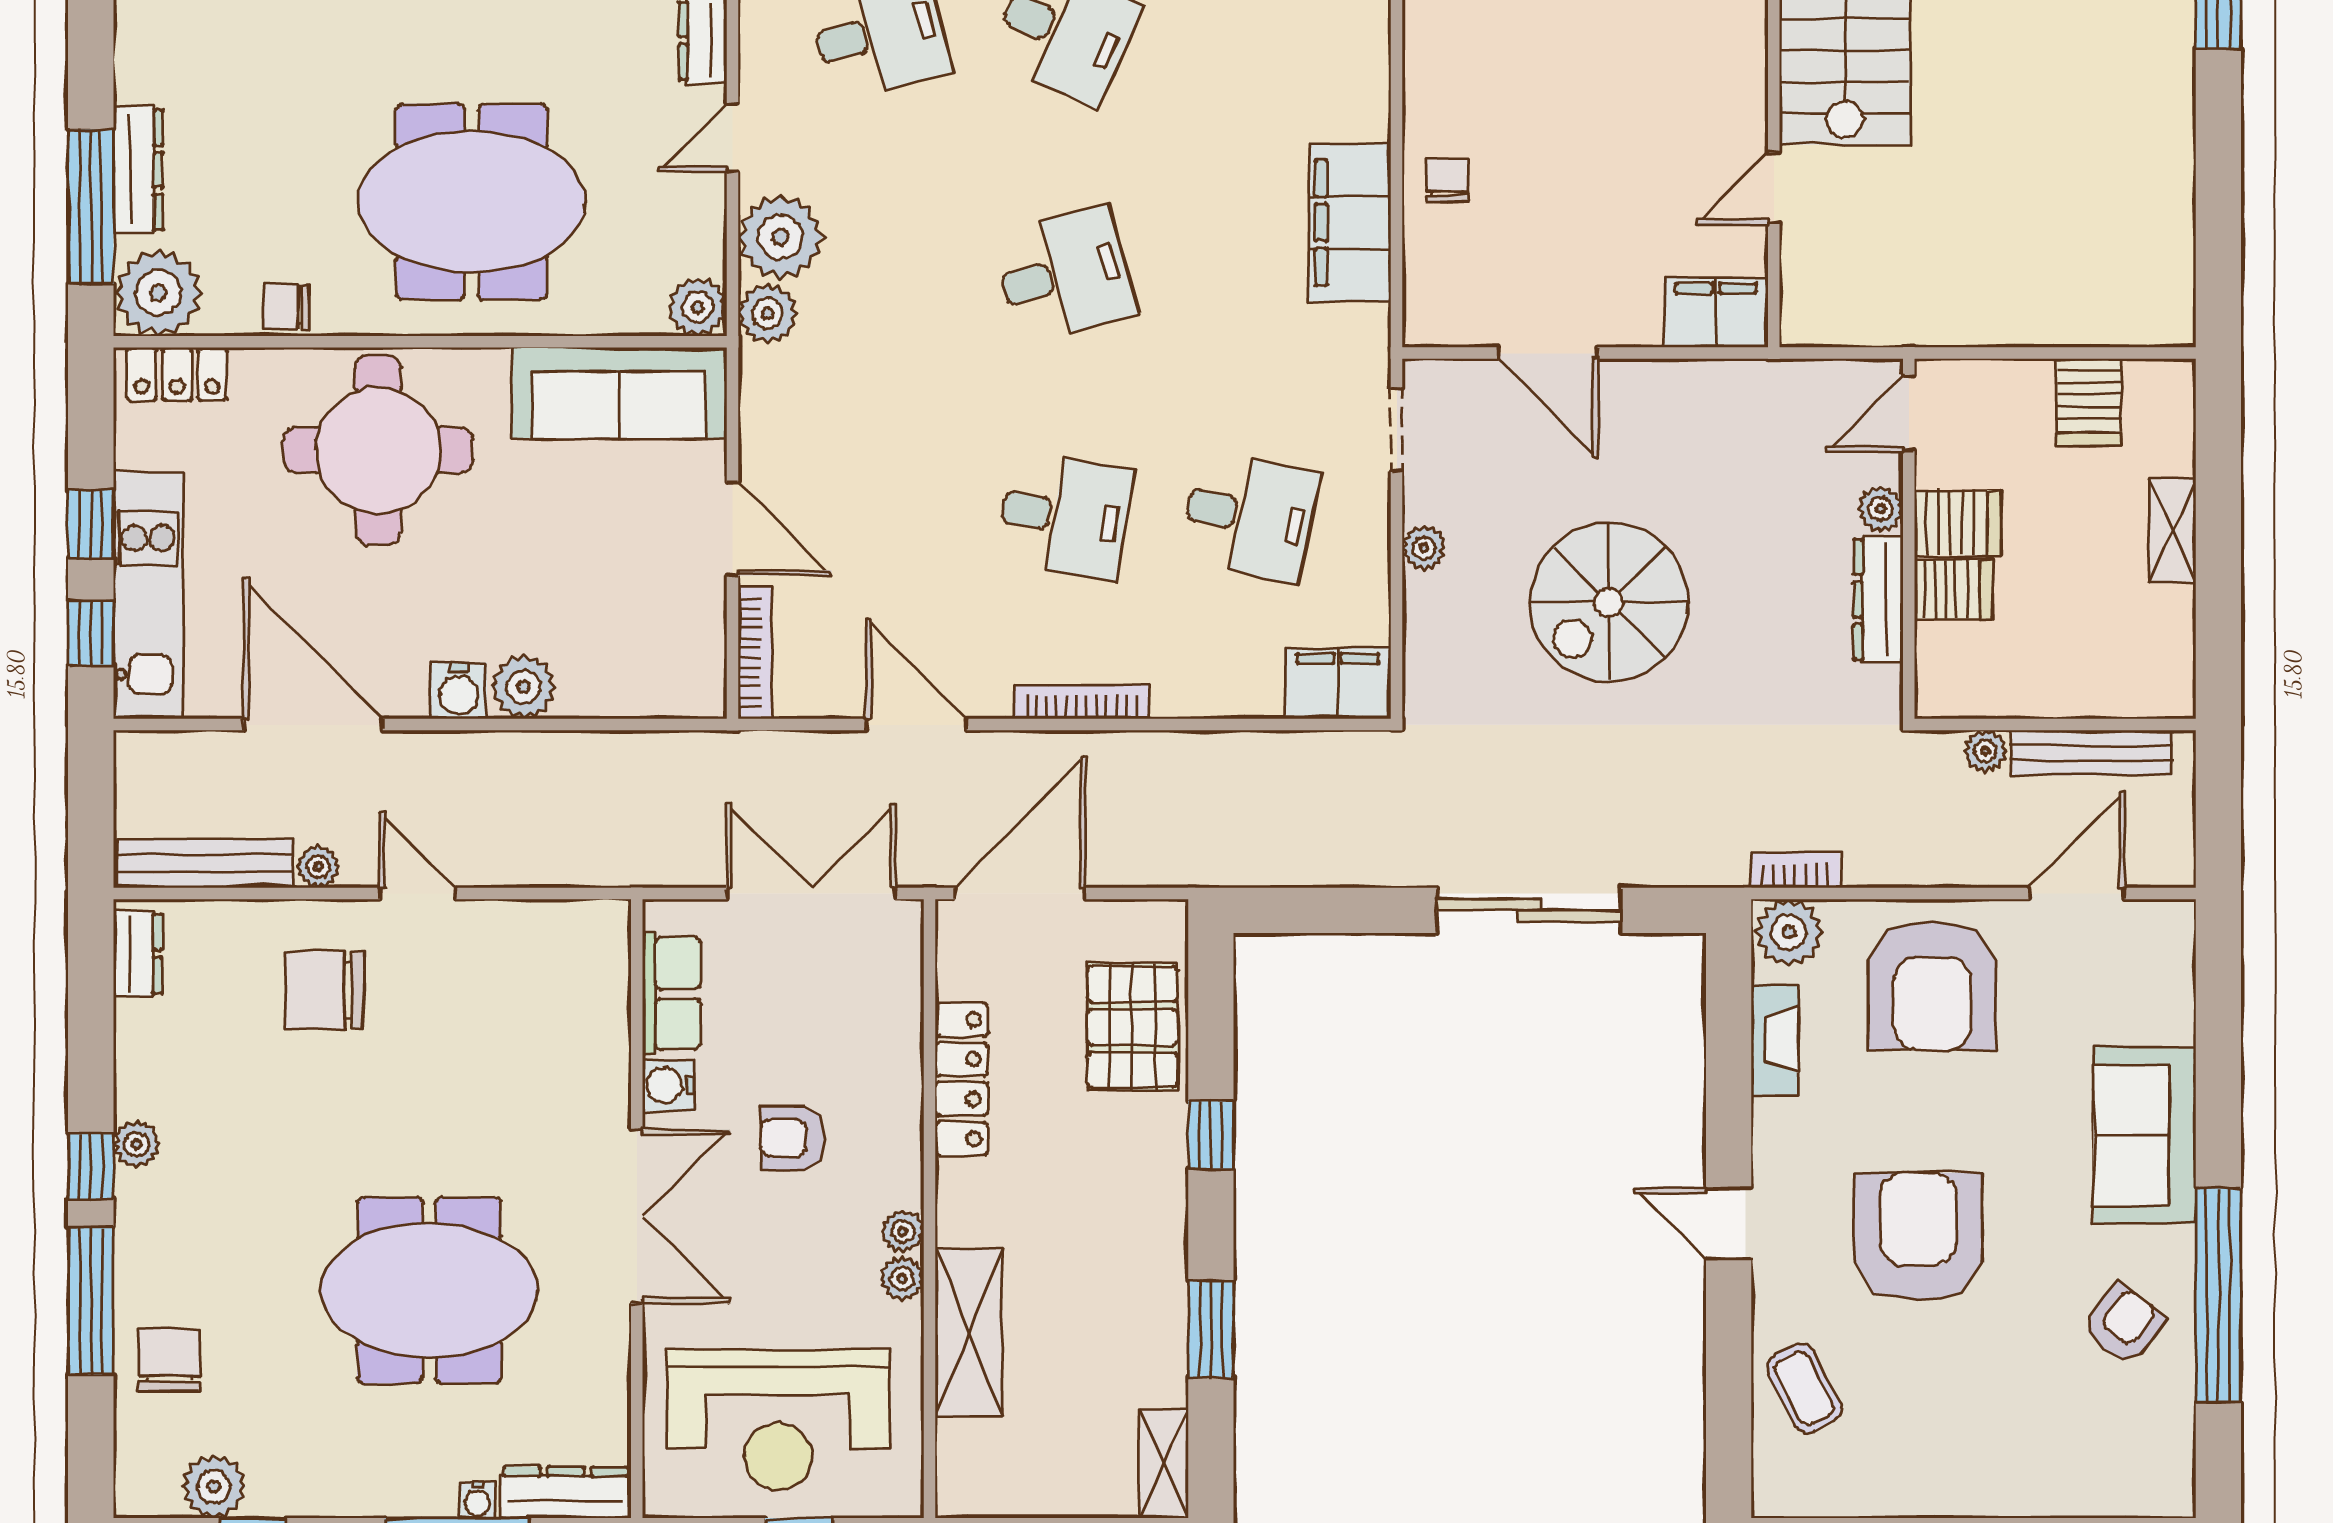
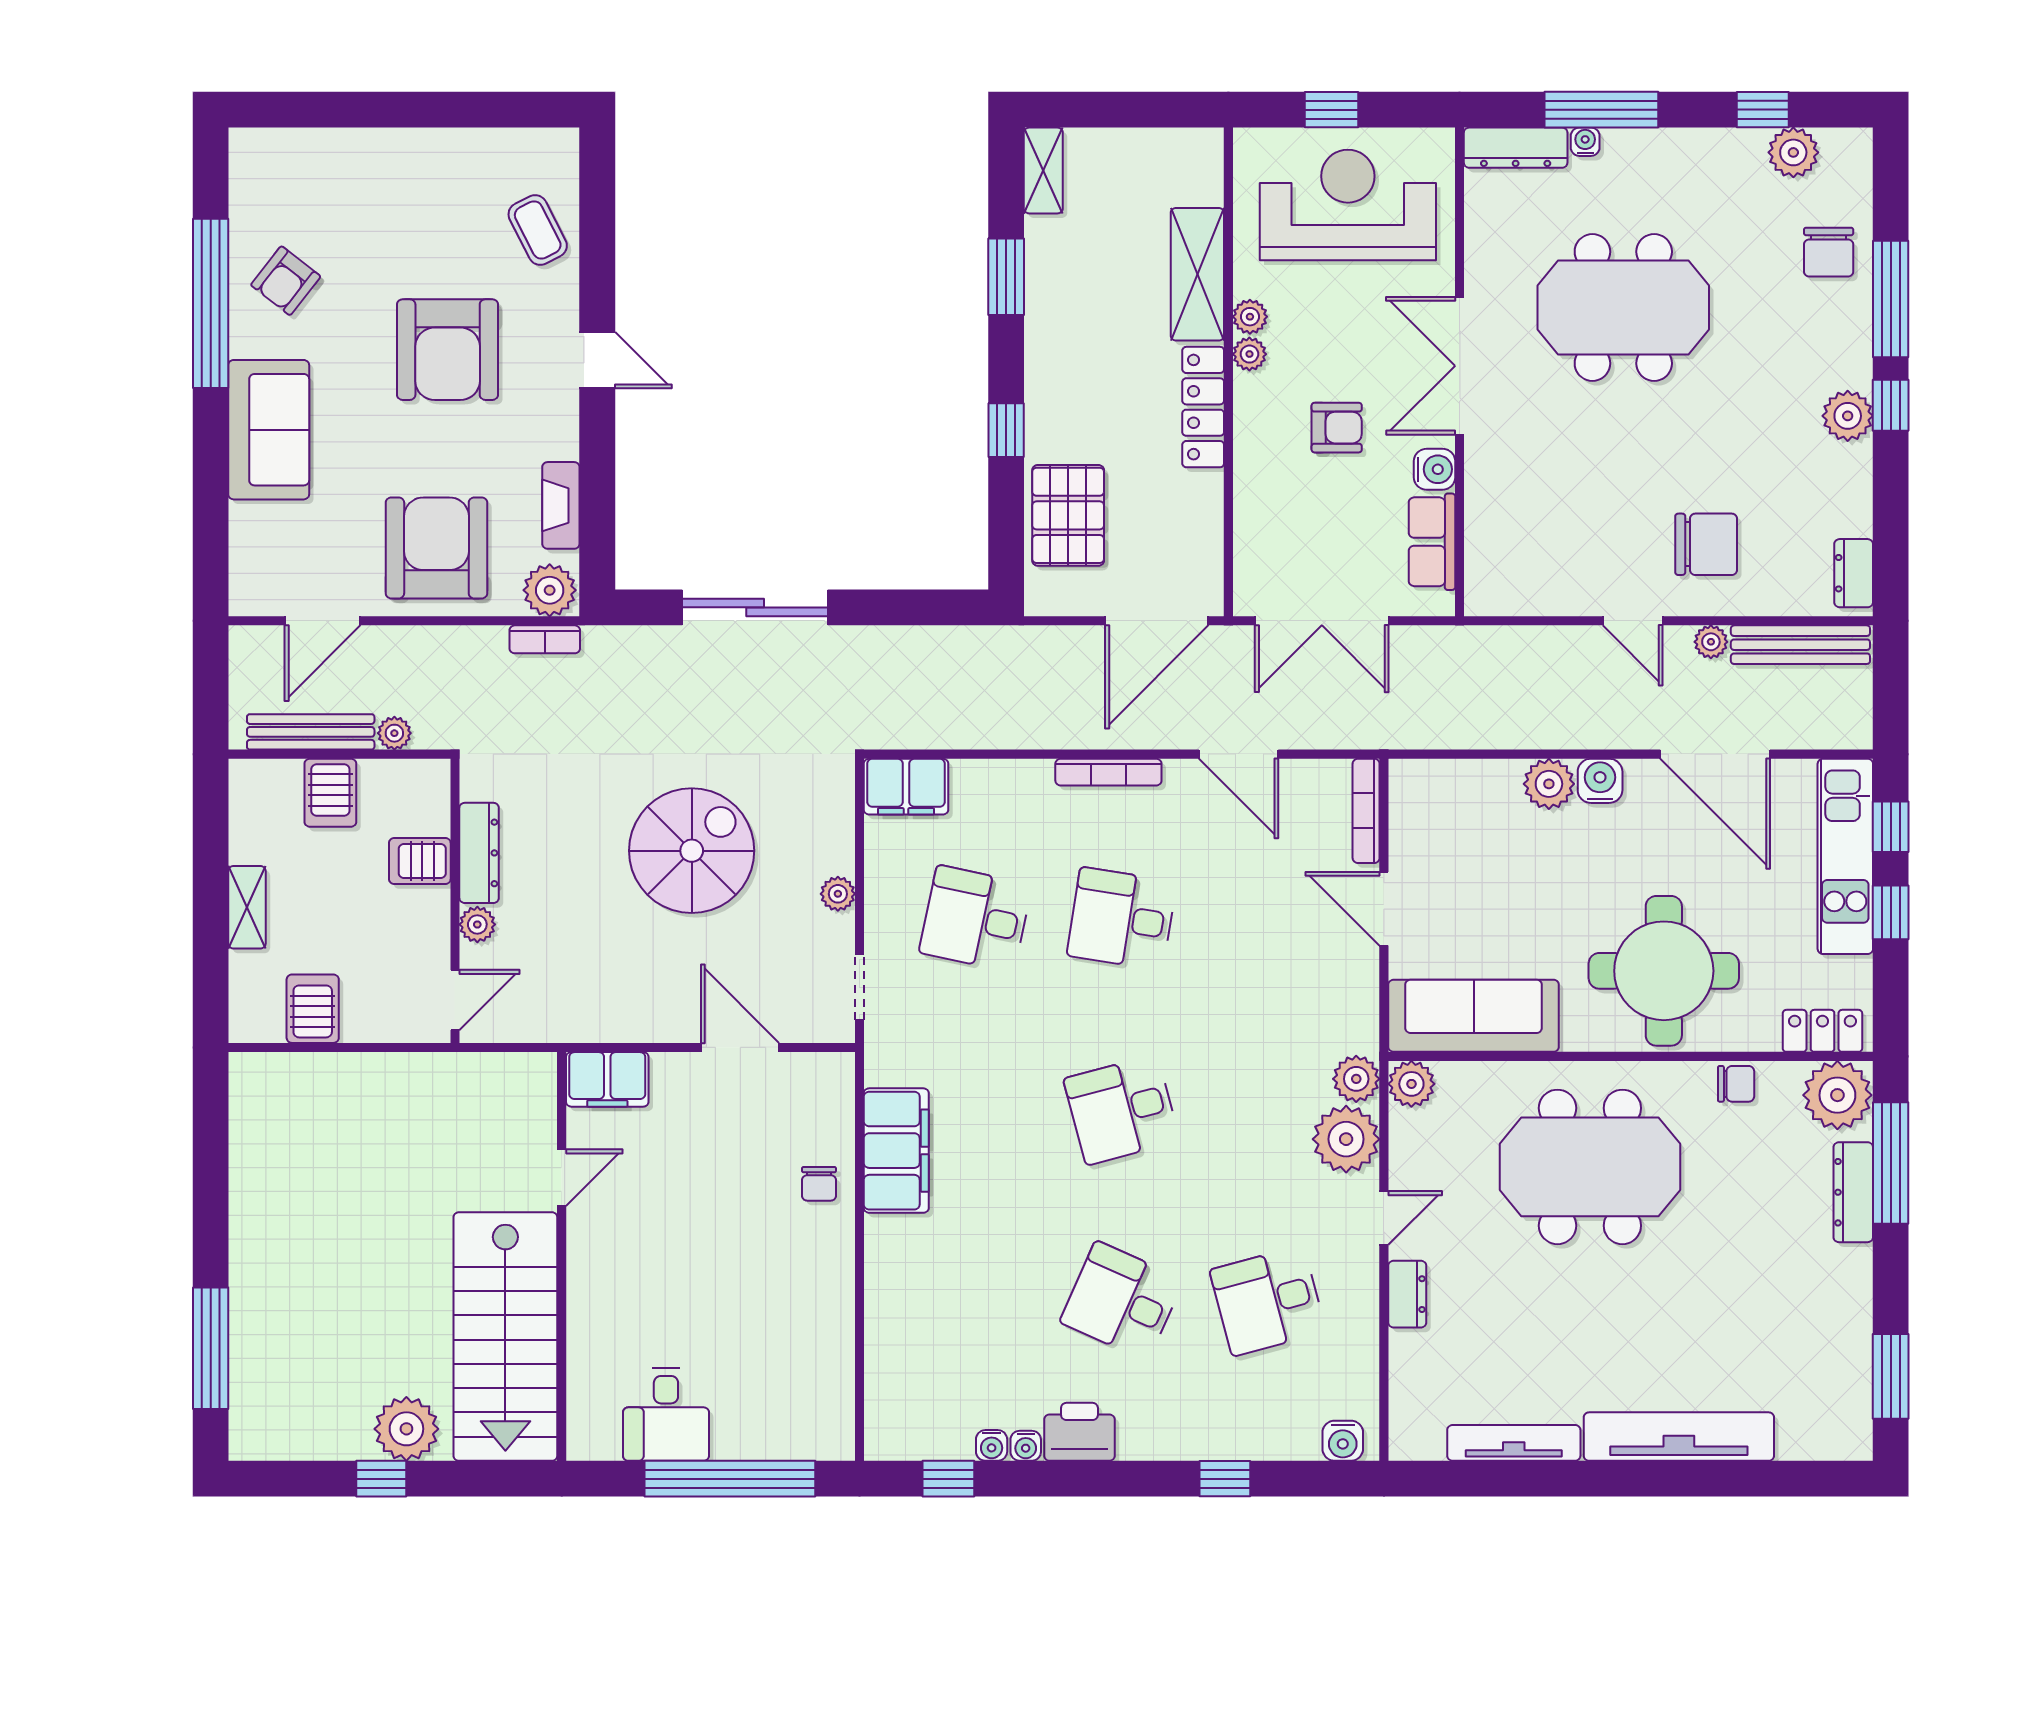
server rack: (1958, 523) -> (330, 793), moved, turned -90
locker: (961, 1079) -> (1203, 407), moved
plant: (136, 1144) -> (1848, 416), width x1.38, depth x1.38

